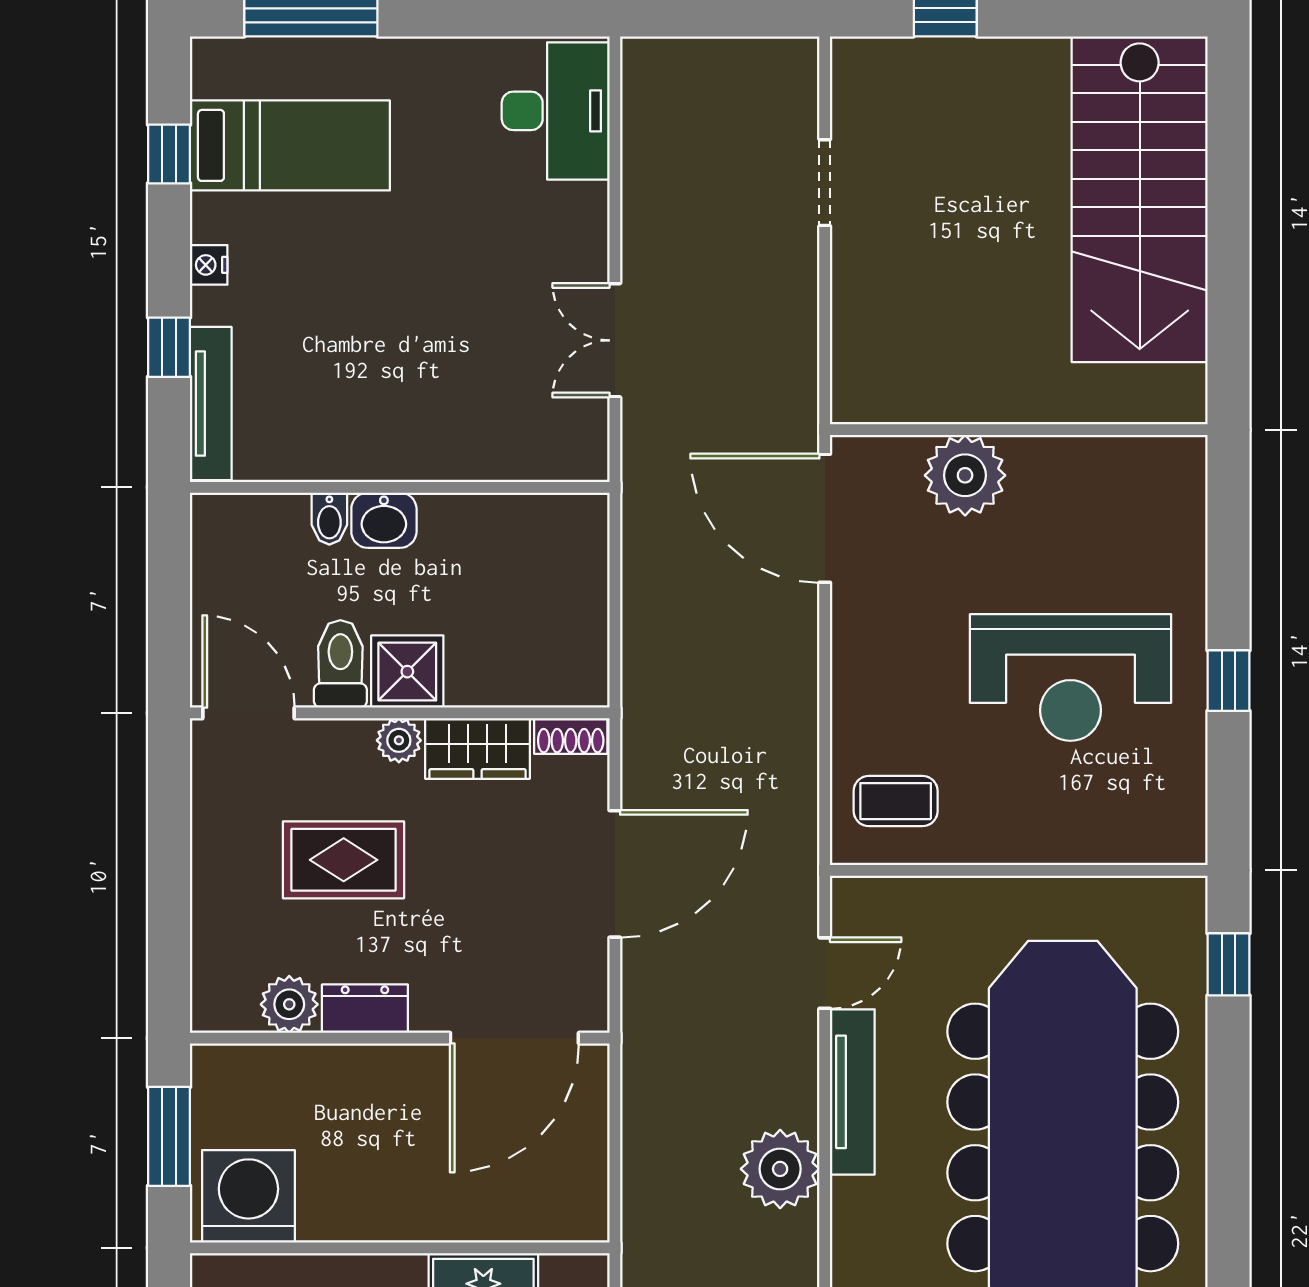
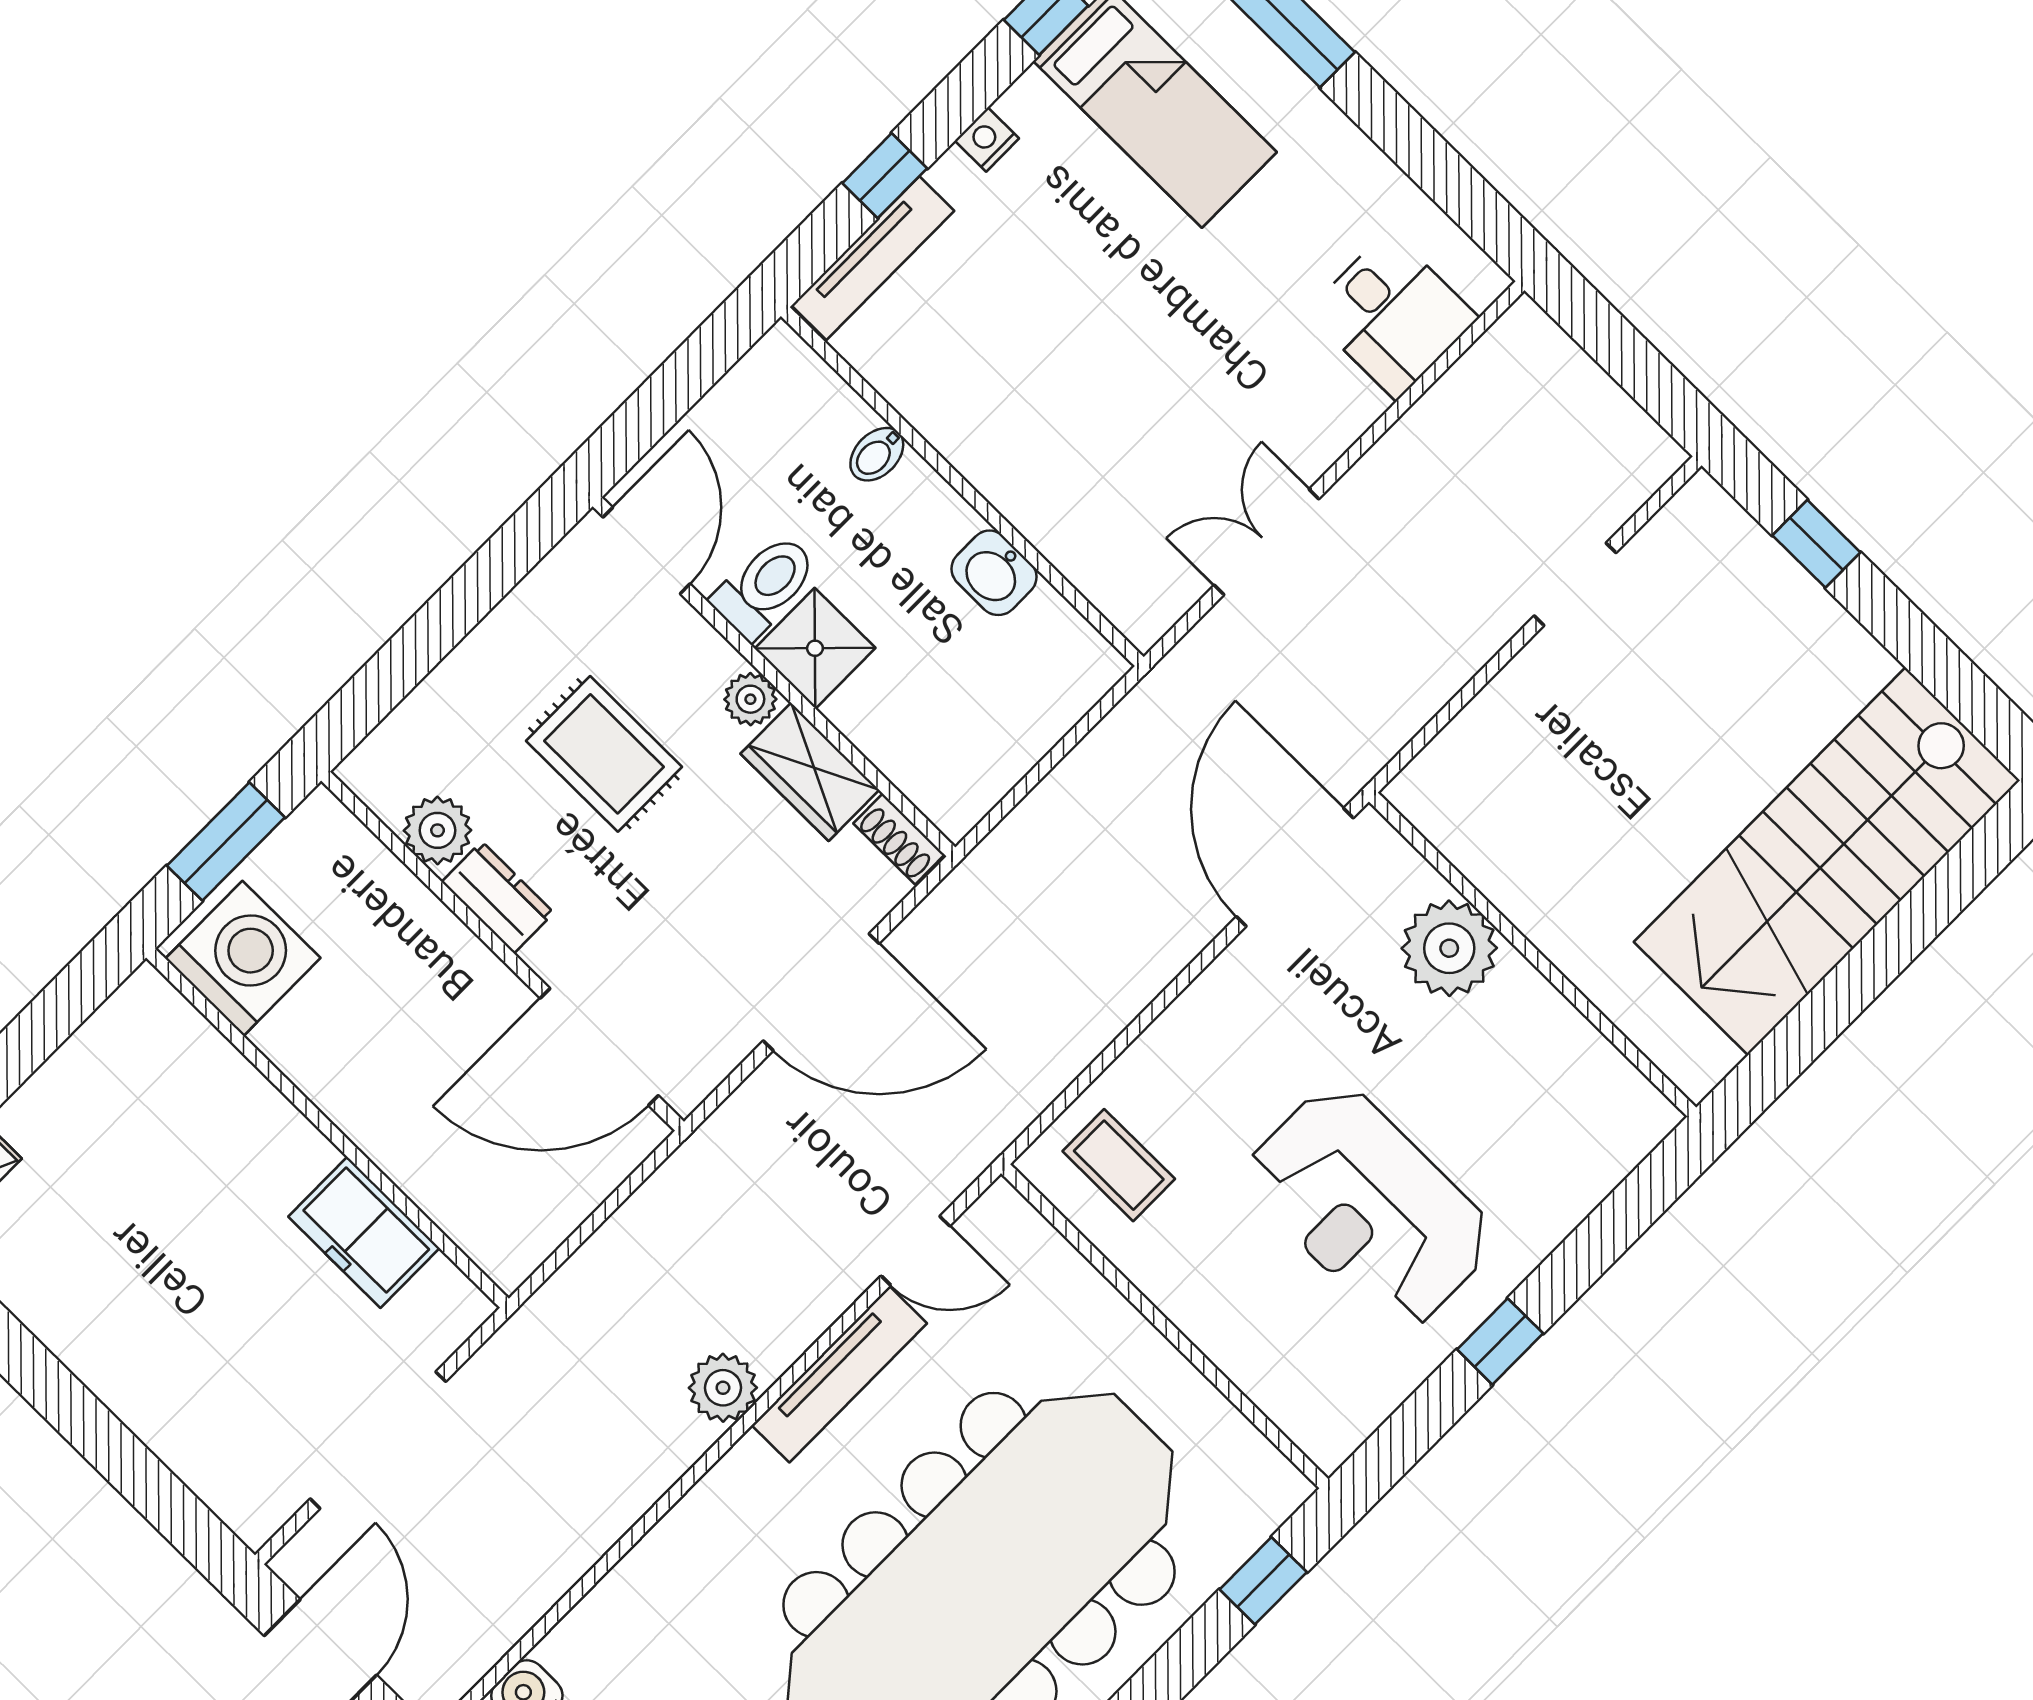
desk: (556, 111) -> (1393, 315), width x0.73
washbasin: (384, 520) -> (994, 573), moved
plant: (780, 1169) -> (723, 1388), width x0.73, depth x0.73

